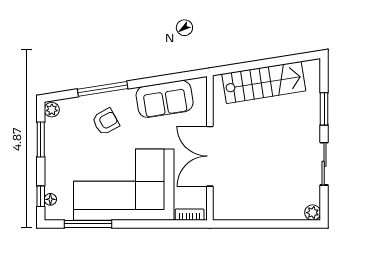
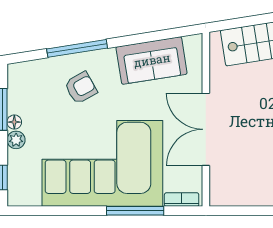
plant: (52, 110) -> (16, 140), moved
floor lamp: (50, 199) -> (14, 122), moved
window: (88, 224) -> (135, 211), moved

